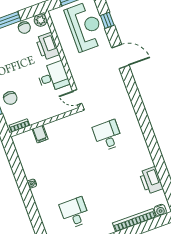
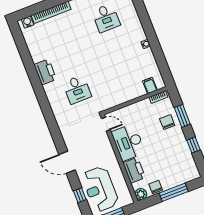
desk: (53, 77) -> (128, 142), width x1.37
filing cabinet: (40, 134) -> (150, 85), moved
printer: (151, 180) -> (45, 72), moved

